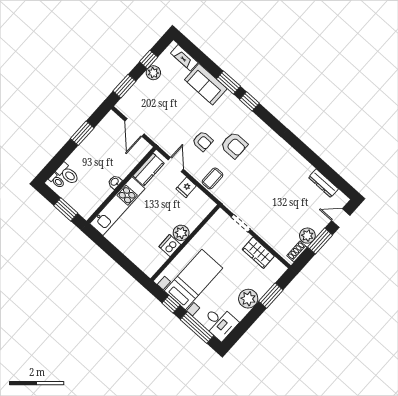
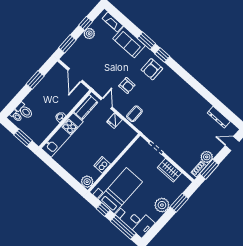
armchair: (234, 145) -> (152, 69), moved, turned 90
plant: (181, 233) -> (87, 182), moved
window: (320, 241) -> (209, 169), moved

